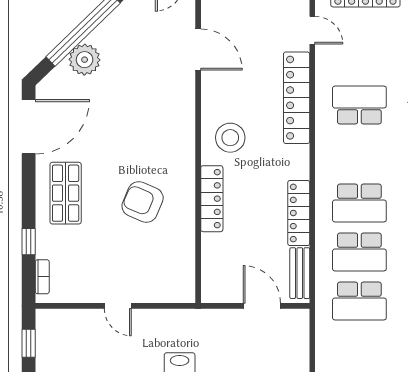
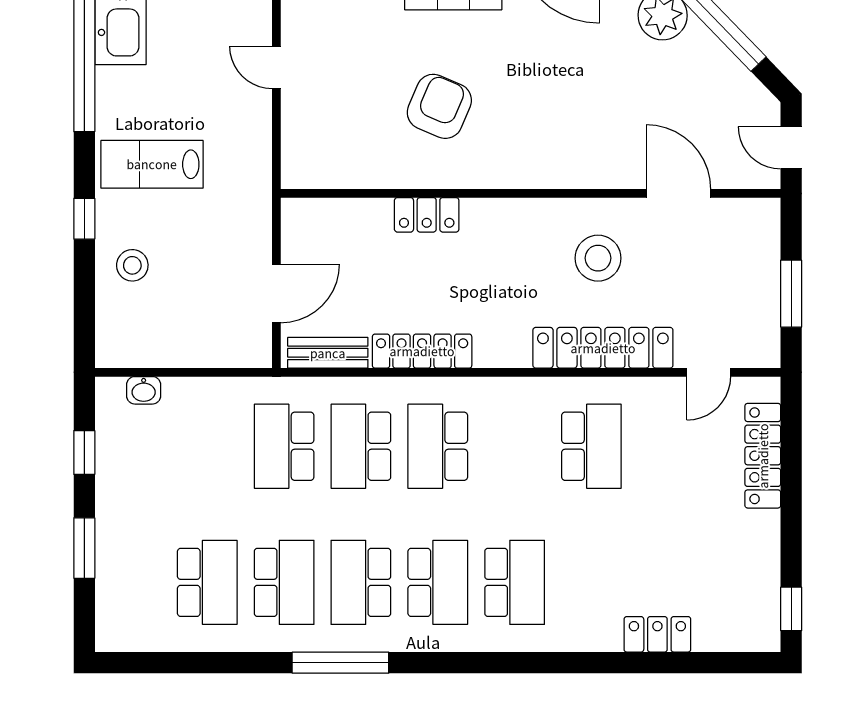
door: (198, 50) -> (678, 193), swing flipped
stool: (230, 138) -> (598, 258), moved
locker: (212, 199) -> (427, 215), width x0.66
door: (118, 306) -> (276, 67), hinge flipped

